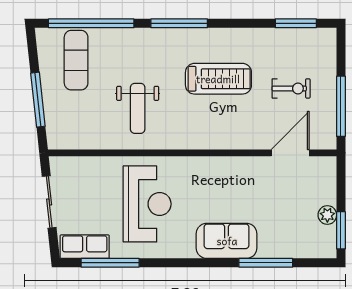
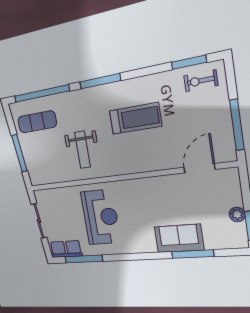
exercise mat: (76, 60) -> (37, 122), turned 90
exercise bike: (291, 88) -> (201, 81), moved, turned 180
sofa: (227, 241) -> (179, 238), moved

